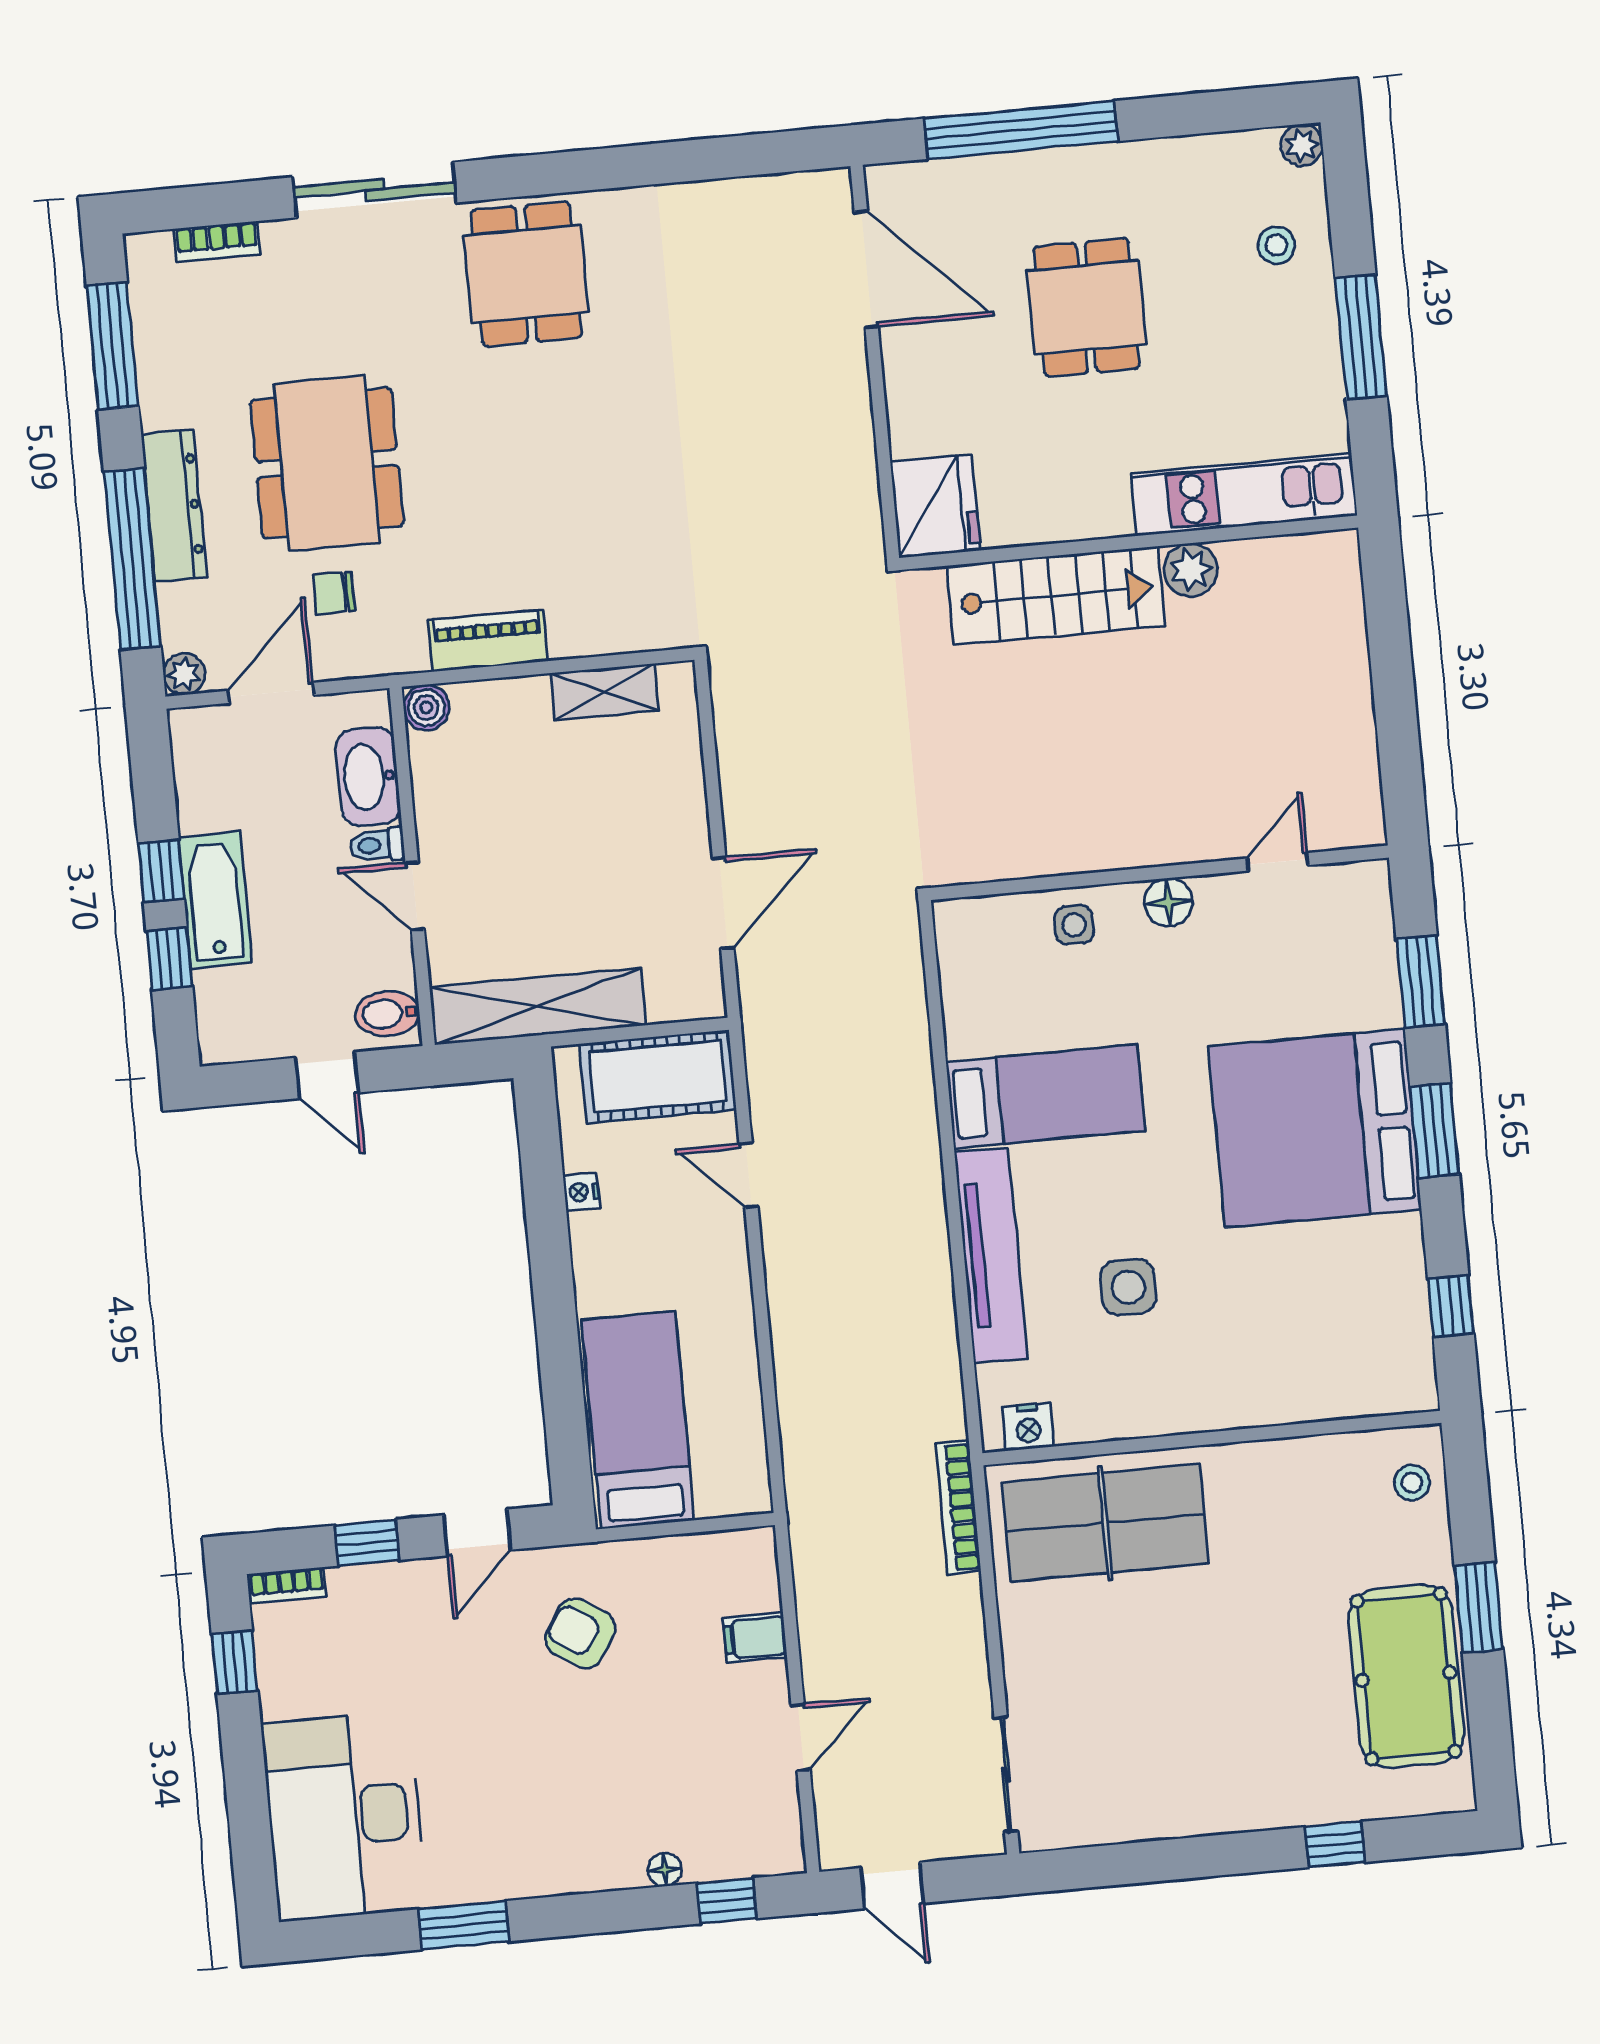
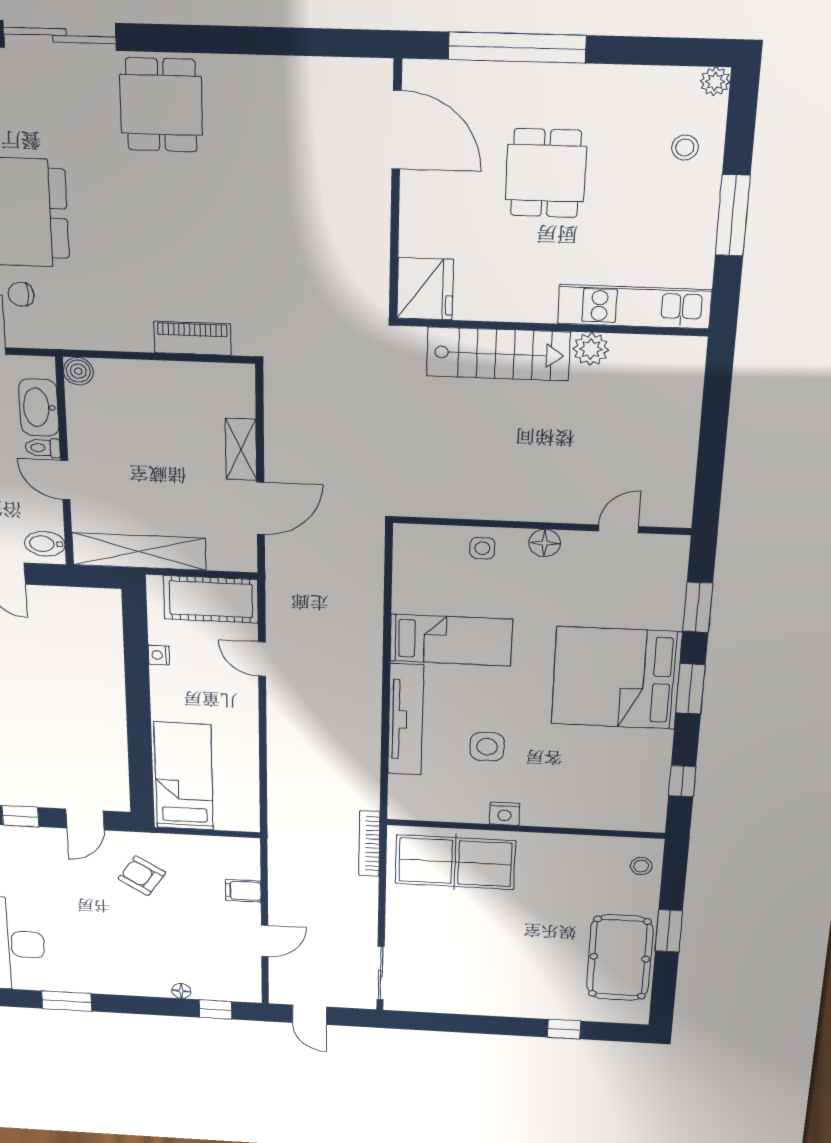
piano: (488, 641) -> (192, 338), moved
shelving: (604, 692) -> (241, 449), moved, turned 90
nightstand: (1028, 1427) -> (505, 814), moved

